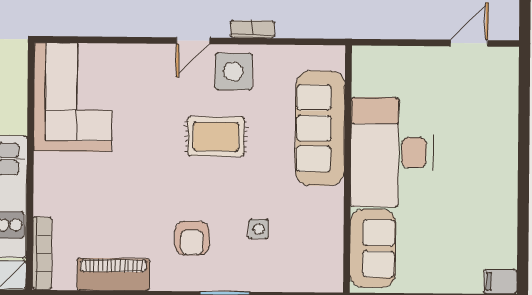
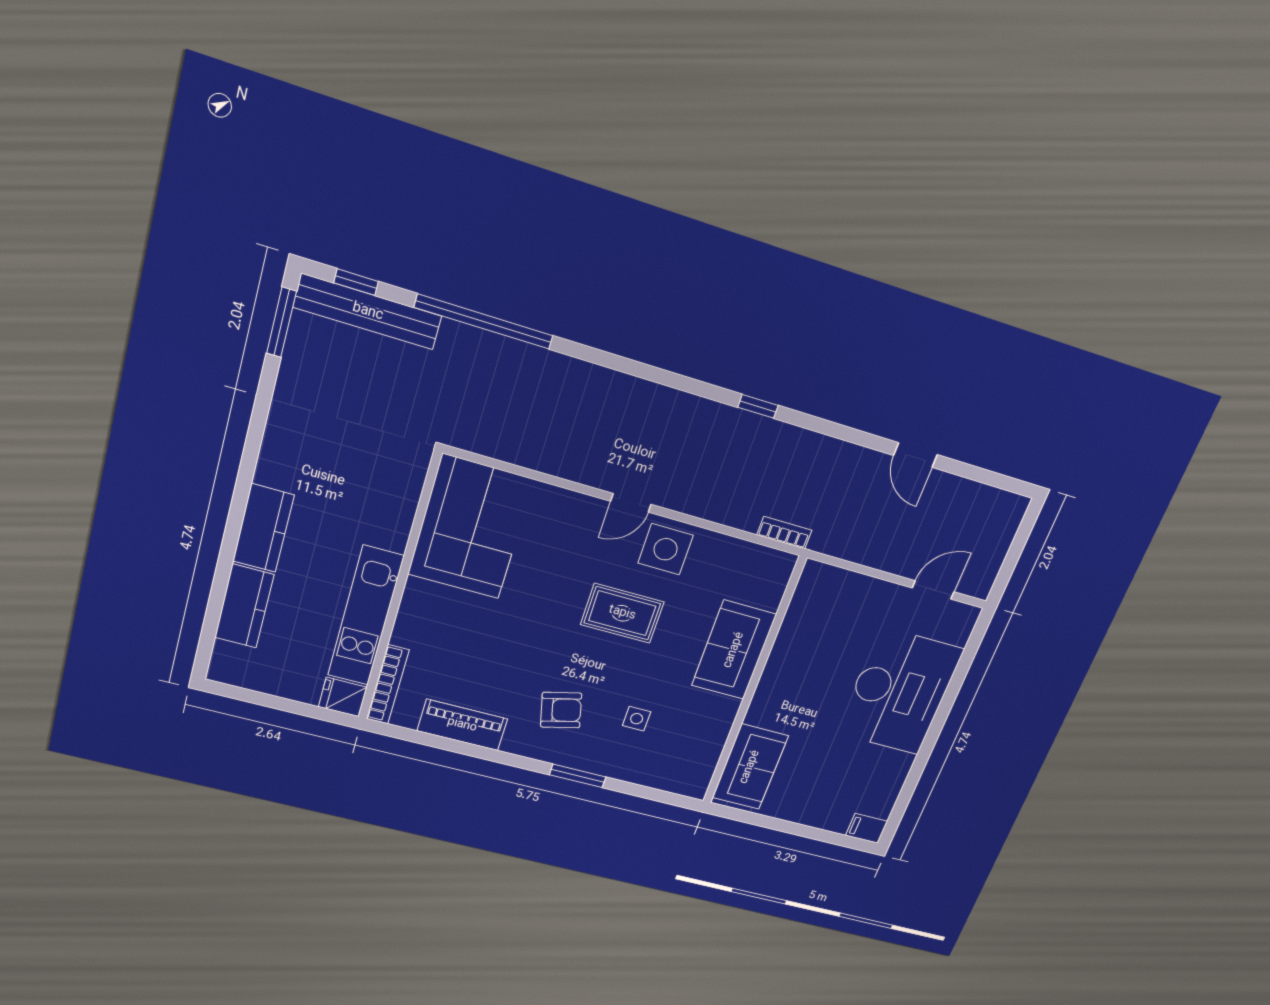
bookcase: (253, 29) -> (784, 533), moved
sofa: (320, 128) -> (734, 650), width x0.73
desk: (392, 152) -> (899, 691), moved, turned 180
armchair: (192, 238) -> (561, 710), turned -104

